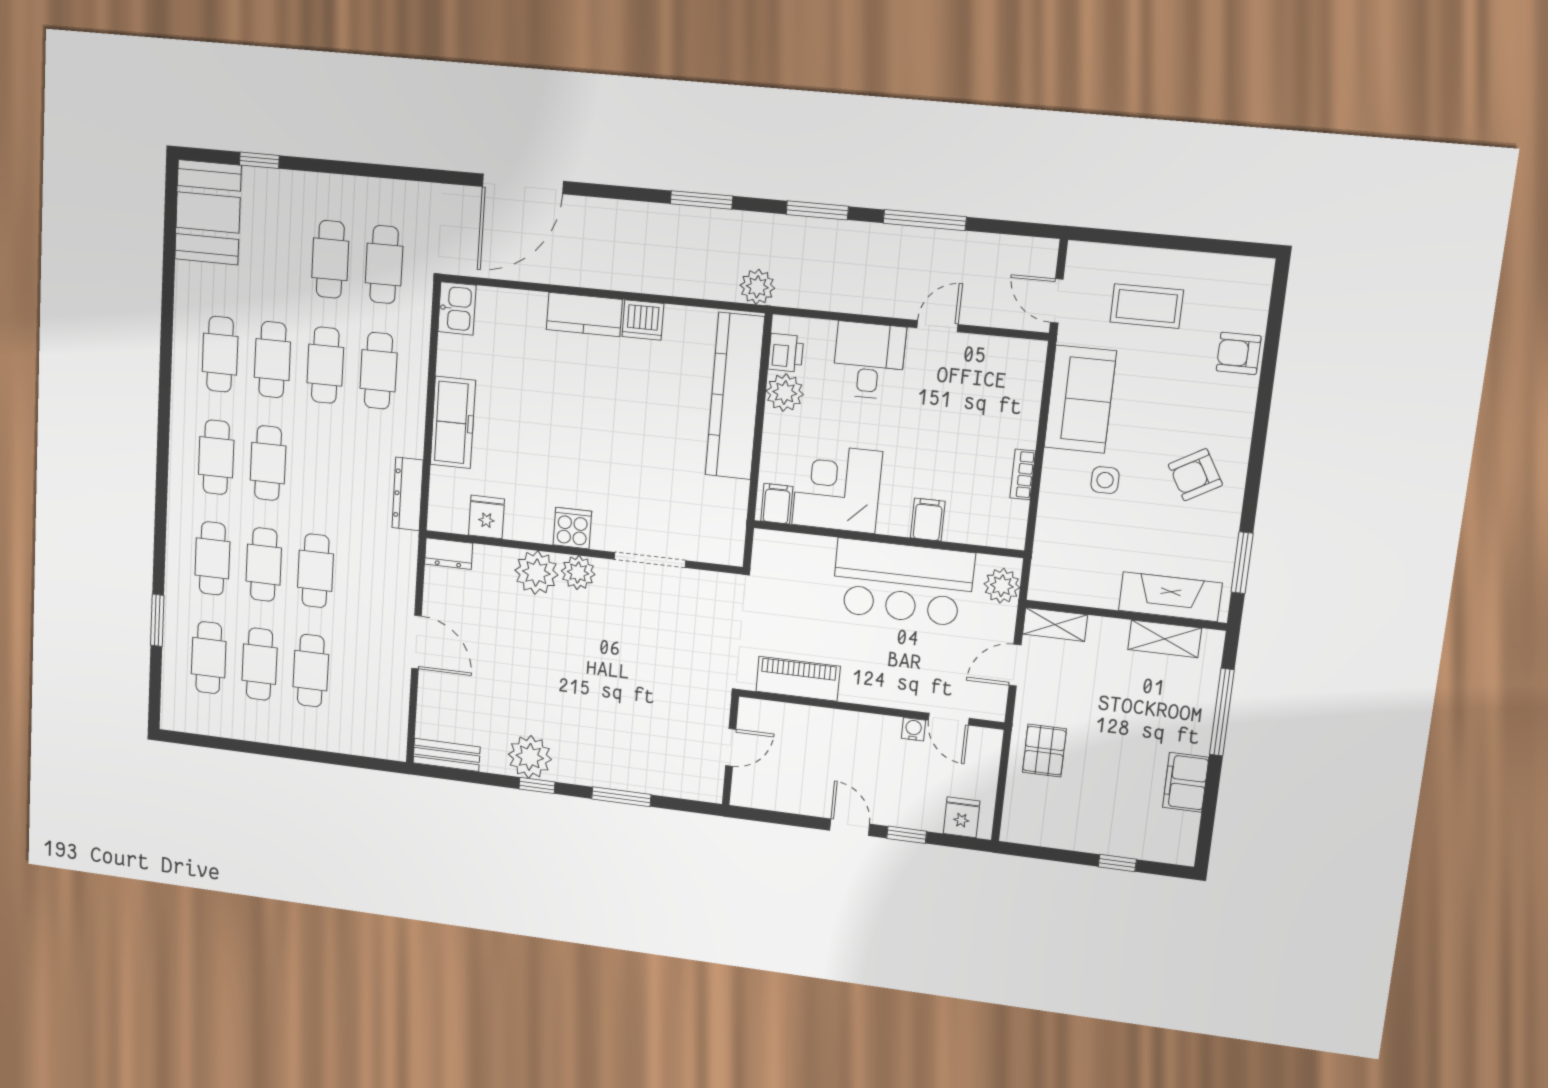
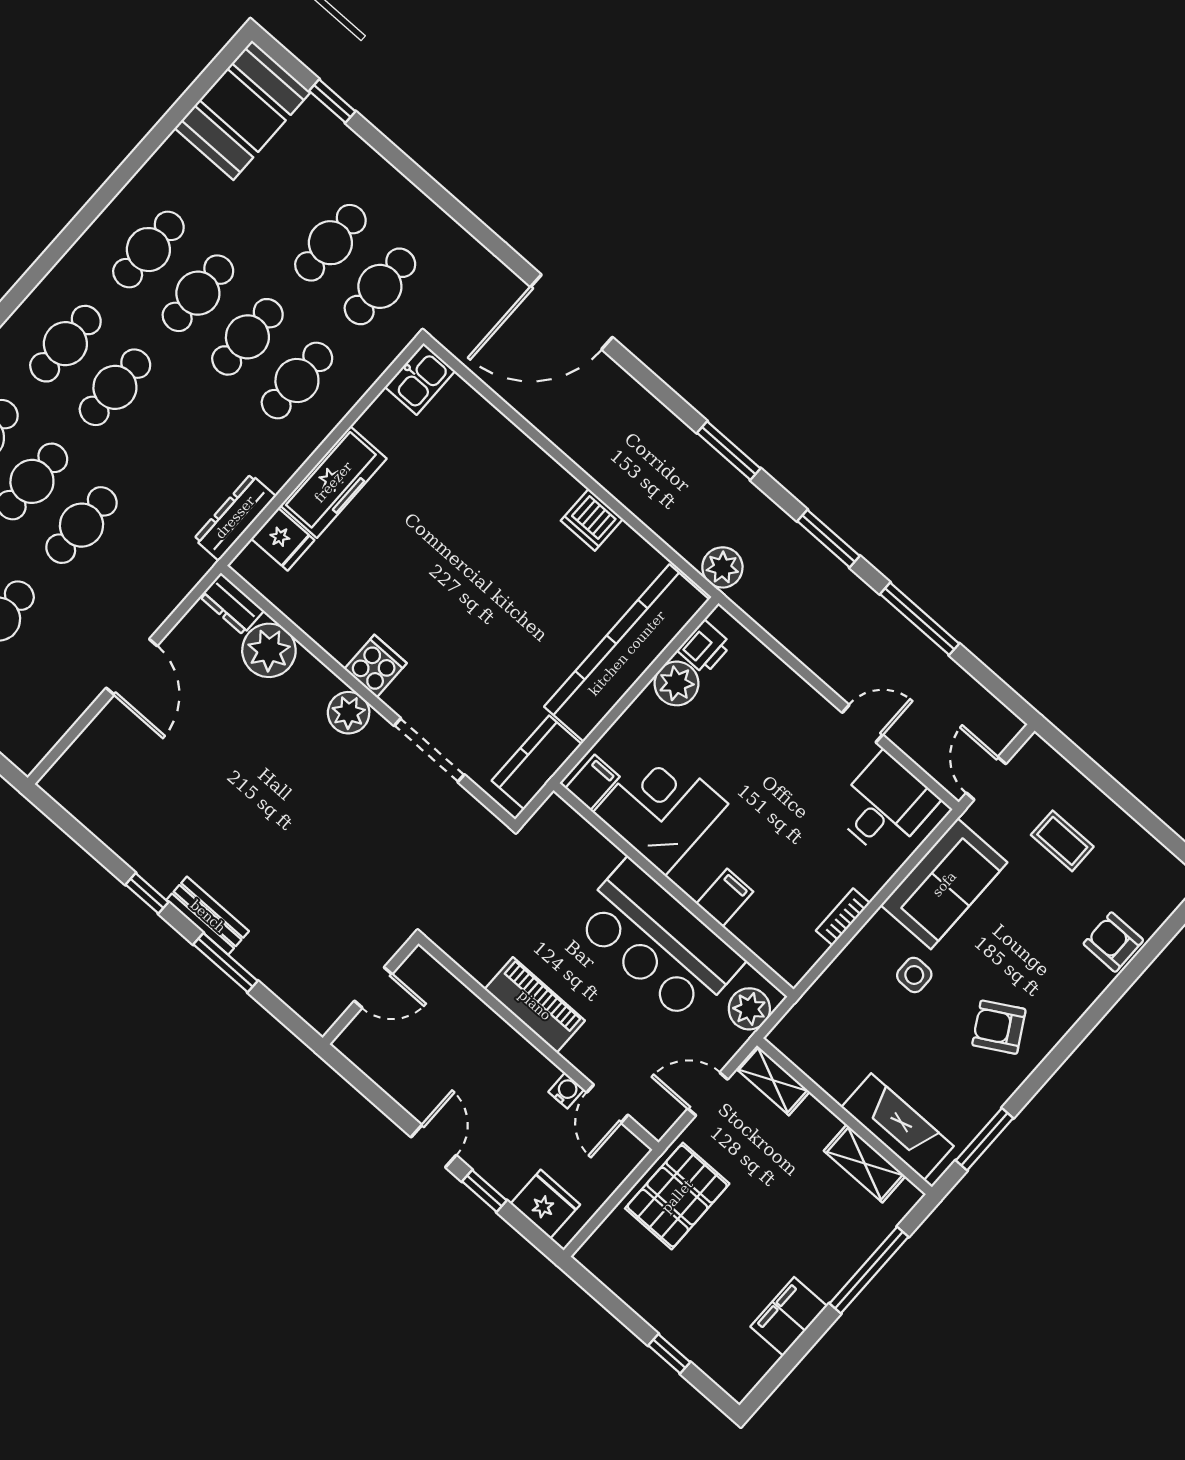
coffee table: (1147, 306) -> (1062, 841), width x0.73, depth x0.77
kitchen counter: (584, 315) -> (537, 762), moved, turned 90
desk: (869, 361) -> (885, 805), moved
fridge: (487, 517) -> (283, 539), moved, turned 90
plant: (536, 573) -> (269, 650), moved
piano: (798, 679) -> (535, 1005), moved
pallet: (1044, 751) -> (677, 1196), width x1.50, depth x1.42
bench: (447, 755) -> (208, 916), moved
plant: (530, 757) -> (161, 860), removed
fridge: (962, 817) -> (545, 1204), width x1.38

